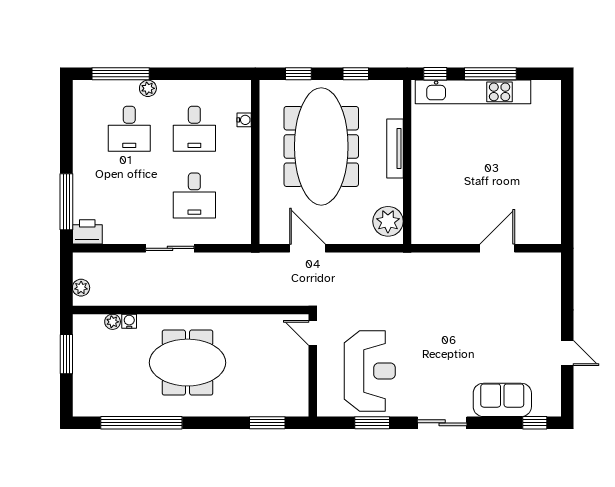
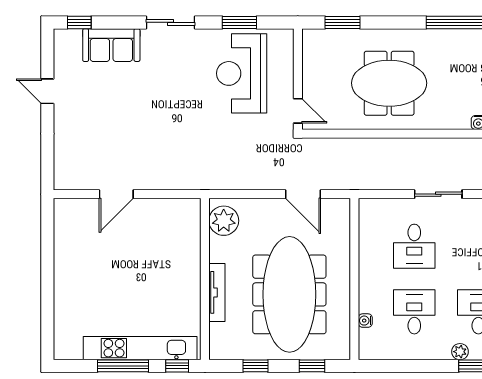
desk: (194, 195) -> (414, 246), turned 180
meeting table: (188, 363) -> (389, 83), moved

